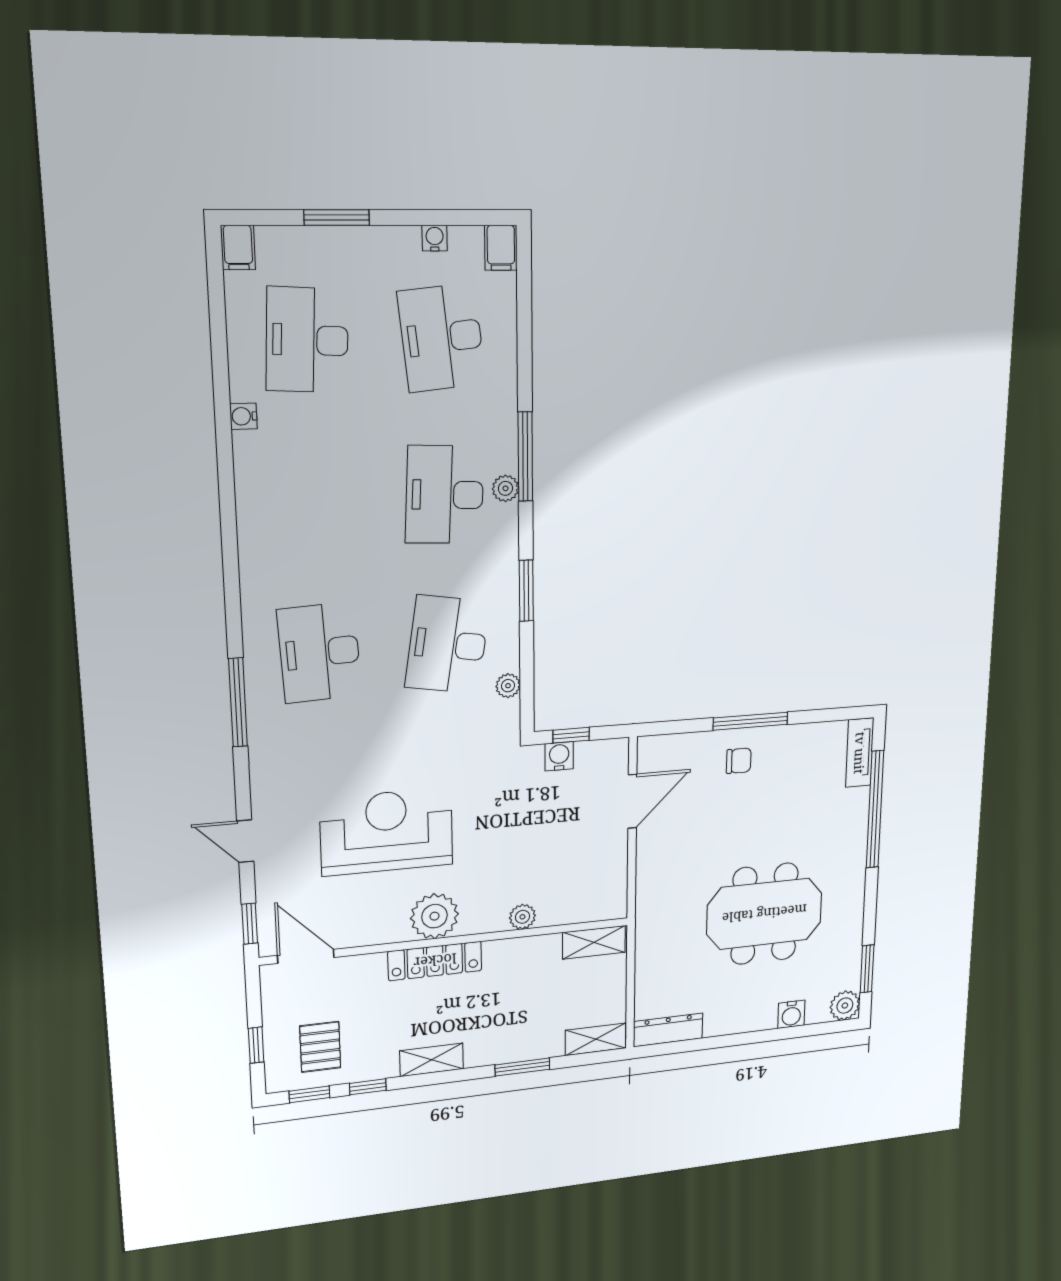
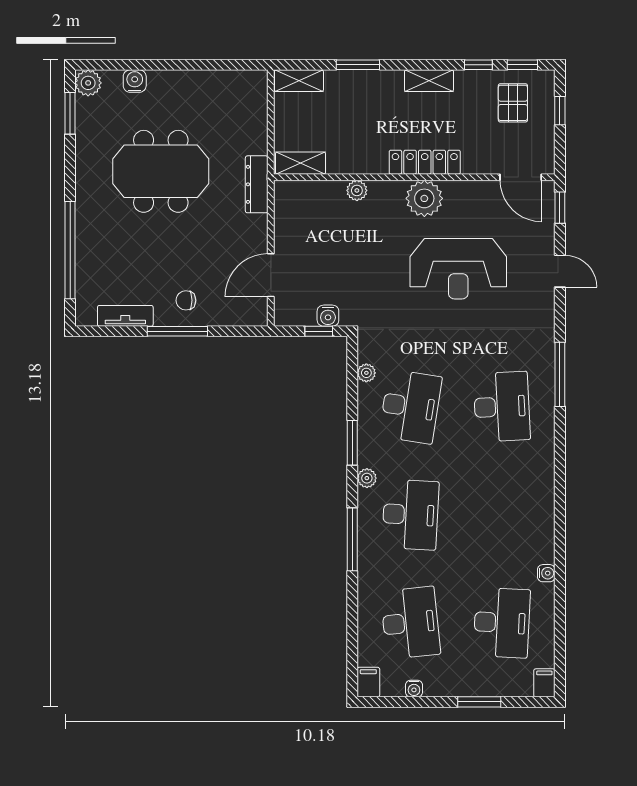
plant: (505, 488) -> (367, 478), moved
tv unit: (860, 753) -> (125, 316), moved, turned -90
dresser: (668, 1030) -> (257, 184), moved, turned 90

